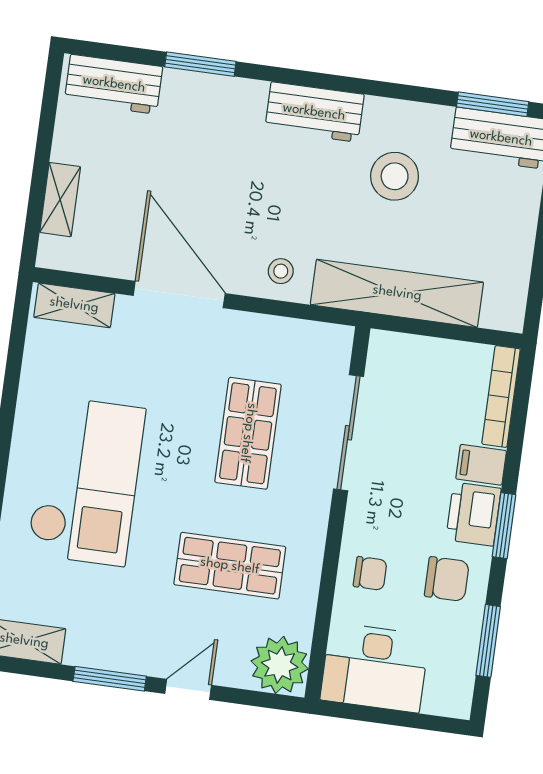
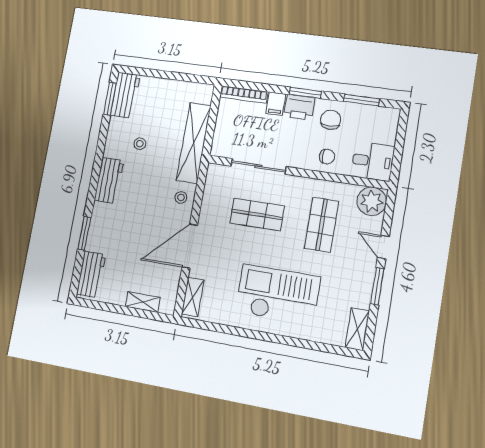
stool: (395, 176) -> (140, 144), width x0.53, depth x0.53
chair: (370, 573) -> (327, 157), turned 90
desk: (375, 667) -> (373, 161), width x0.73

